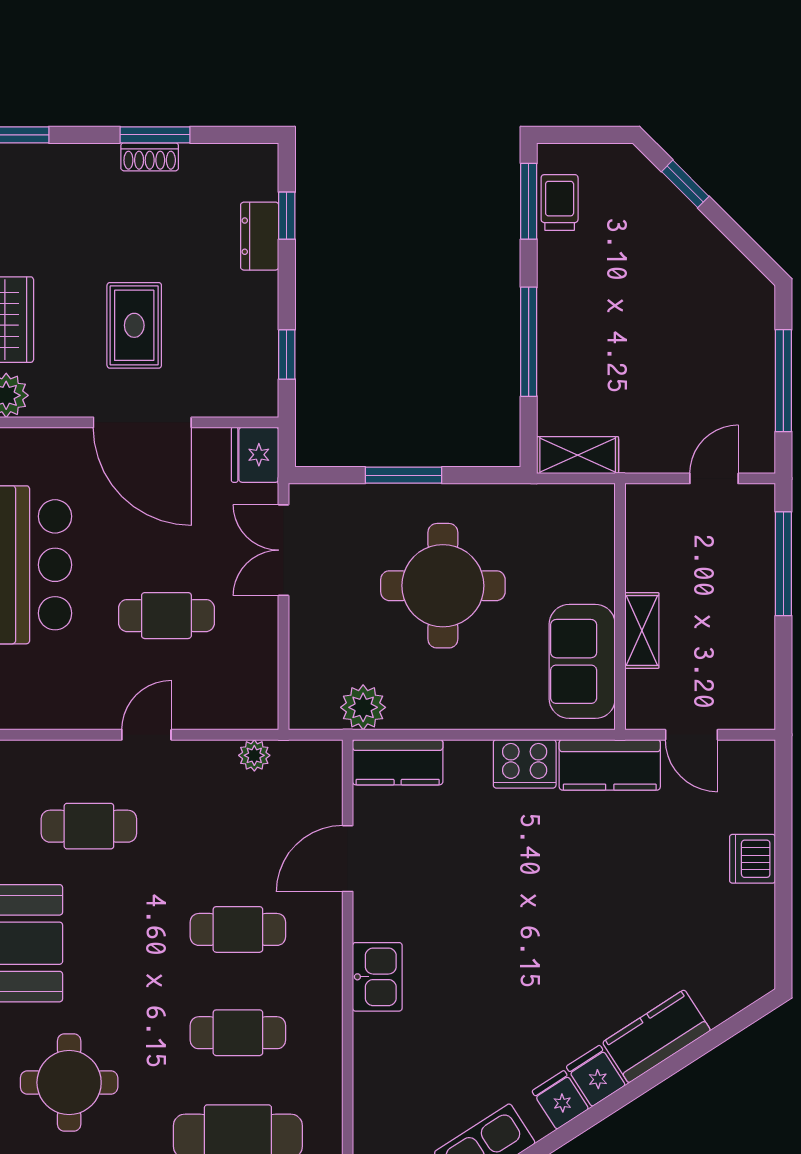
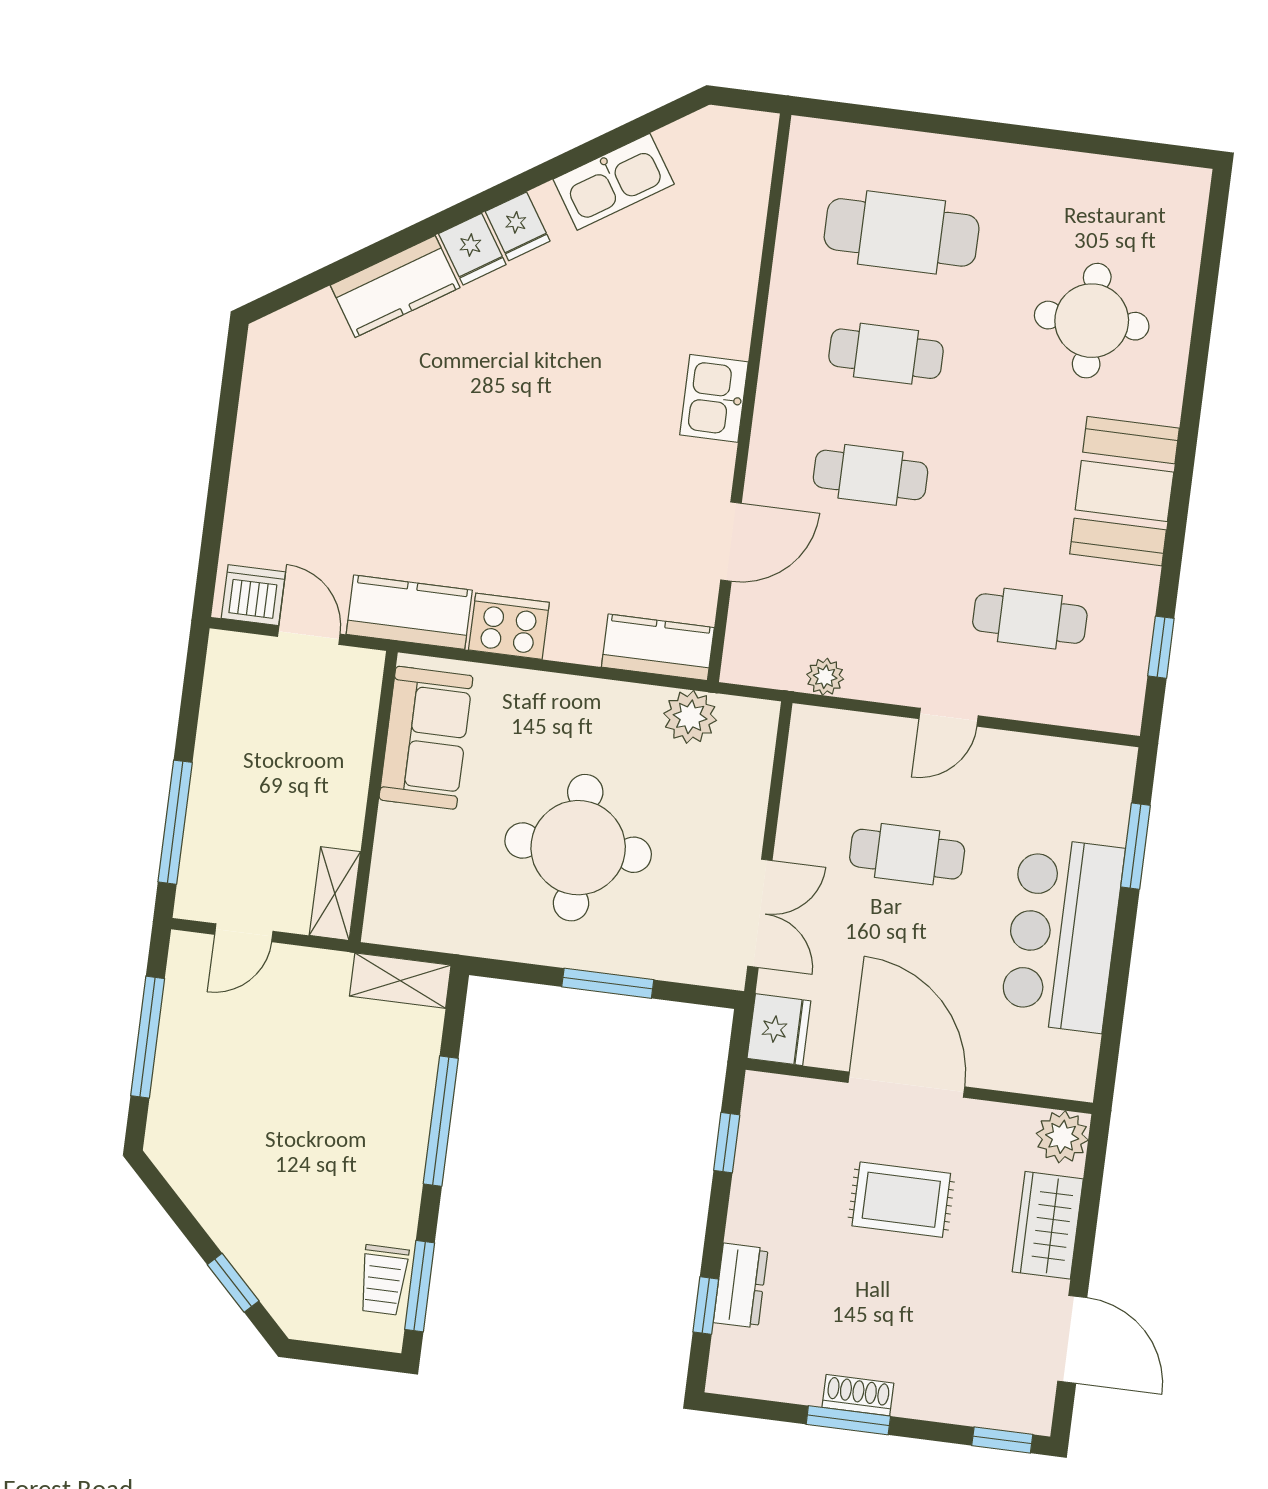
rug: (134, 325) -> (901, 1200), turned 90
shelving: (642, 630) -> (335, 894), moved
dishwasher: (752, 859) -> (253, 595), moved, turned -90

